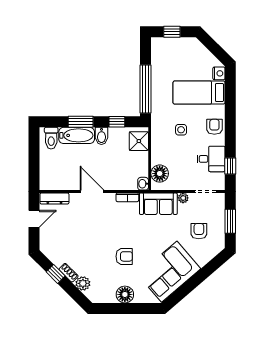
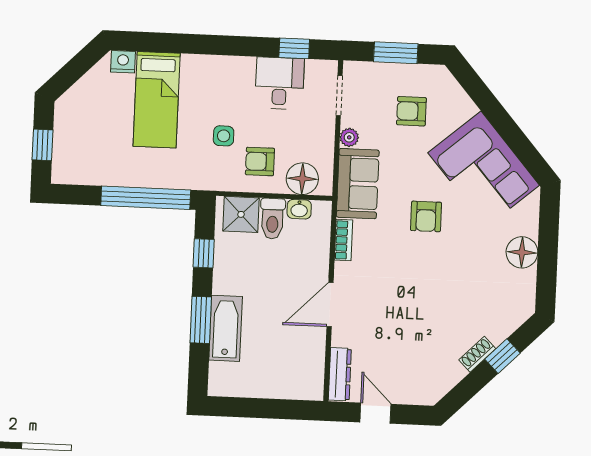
armchair: (214, 127) -> (260, 161), moved
bidet: (101, 136) -> (228, 283), removed
toilet: (51, 138) -> (273, 219), moved, turned 90
washbasin: (143, 184) -> (299, 209), moved
armchair: (124, 256) -> (426, 216), moved, turned 180
window: (56, 274) -> (503, 356), moved
plant: (83, 283) -> (498, 329), removed

